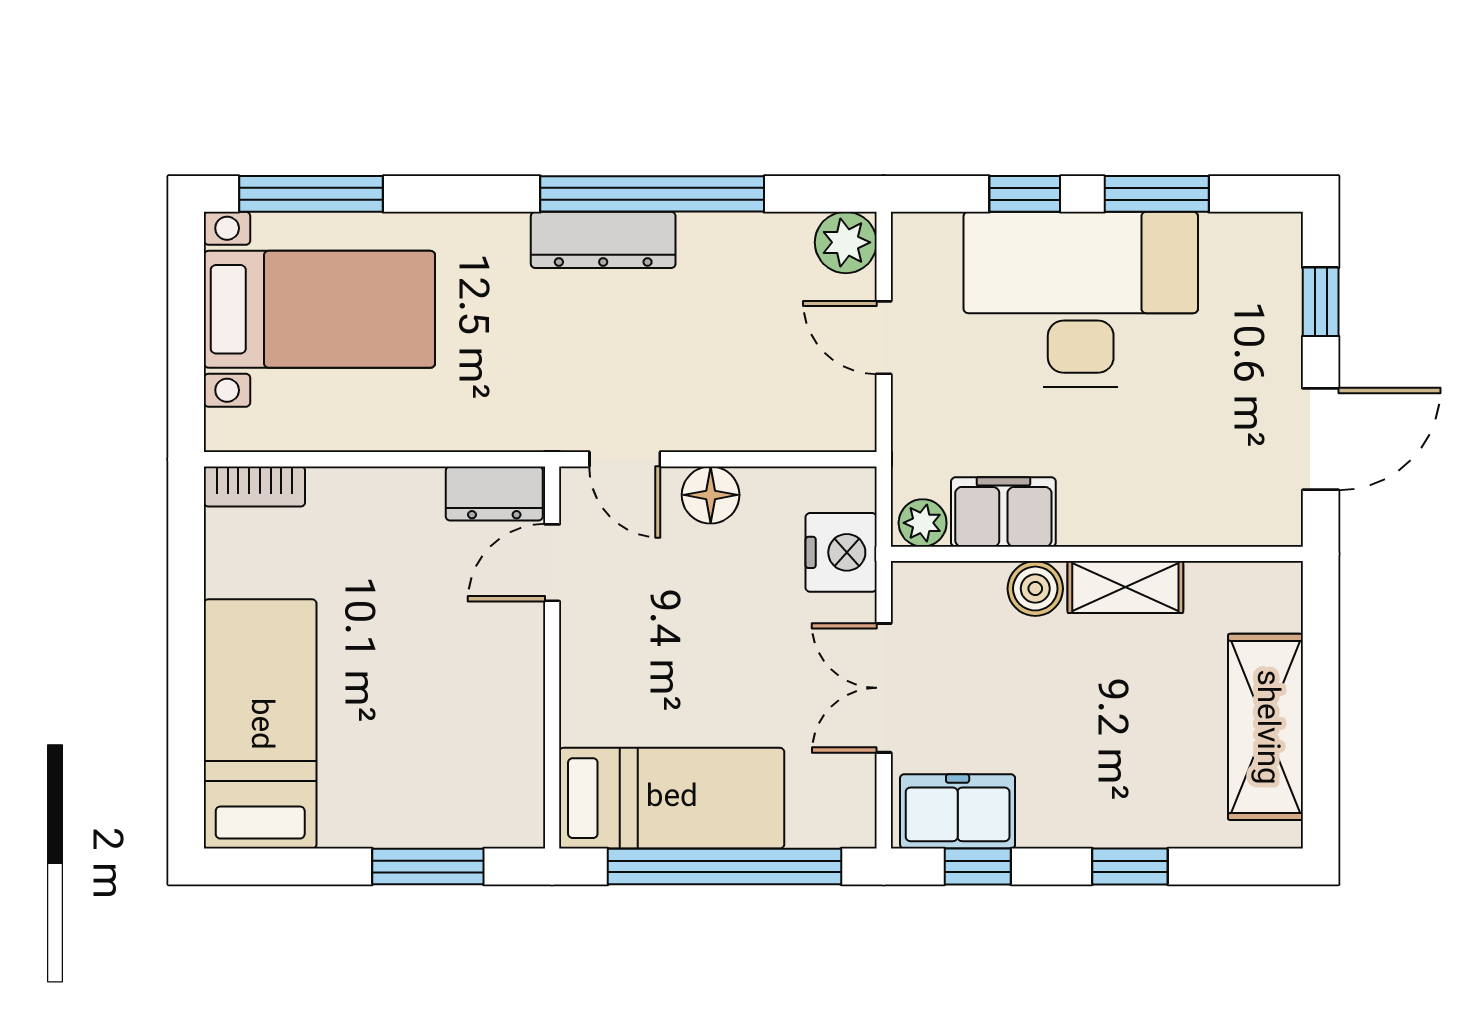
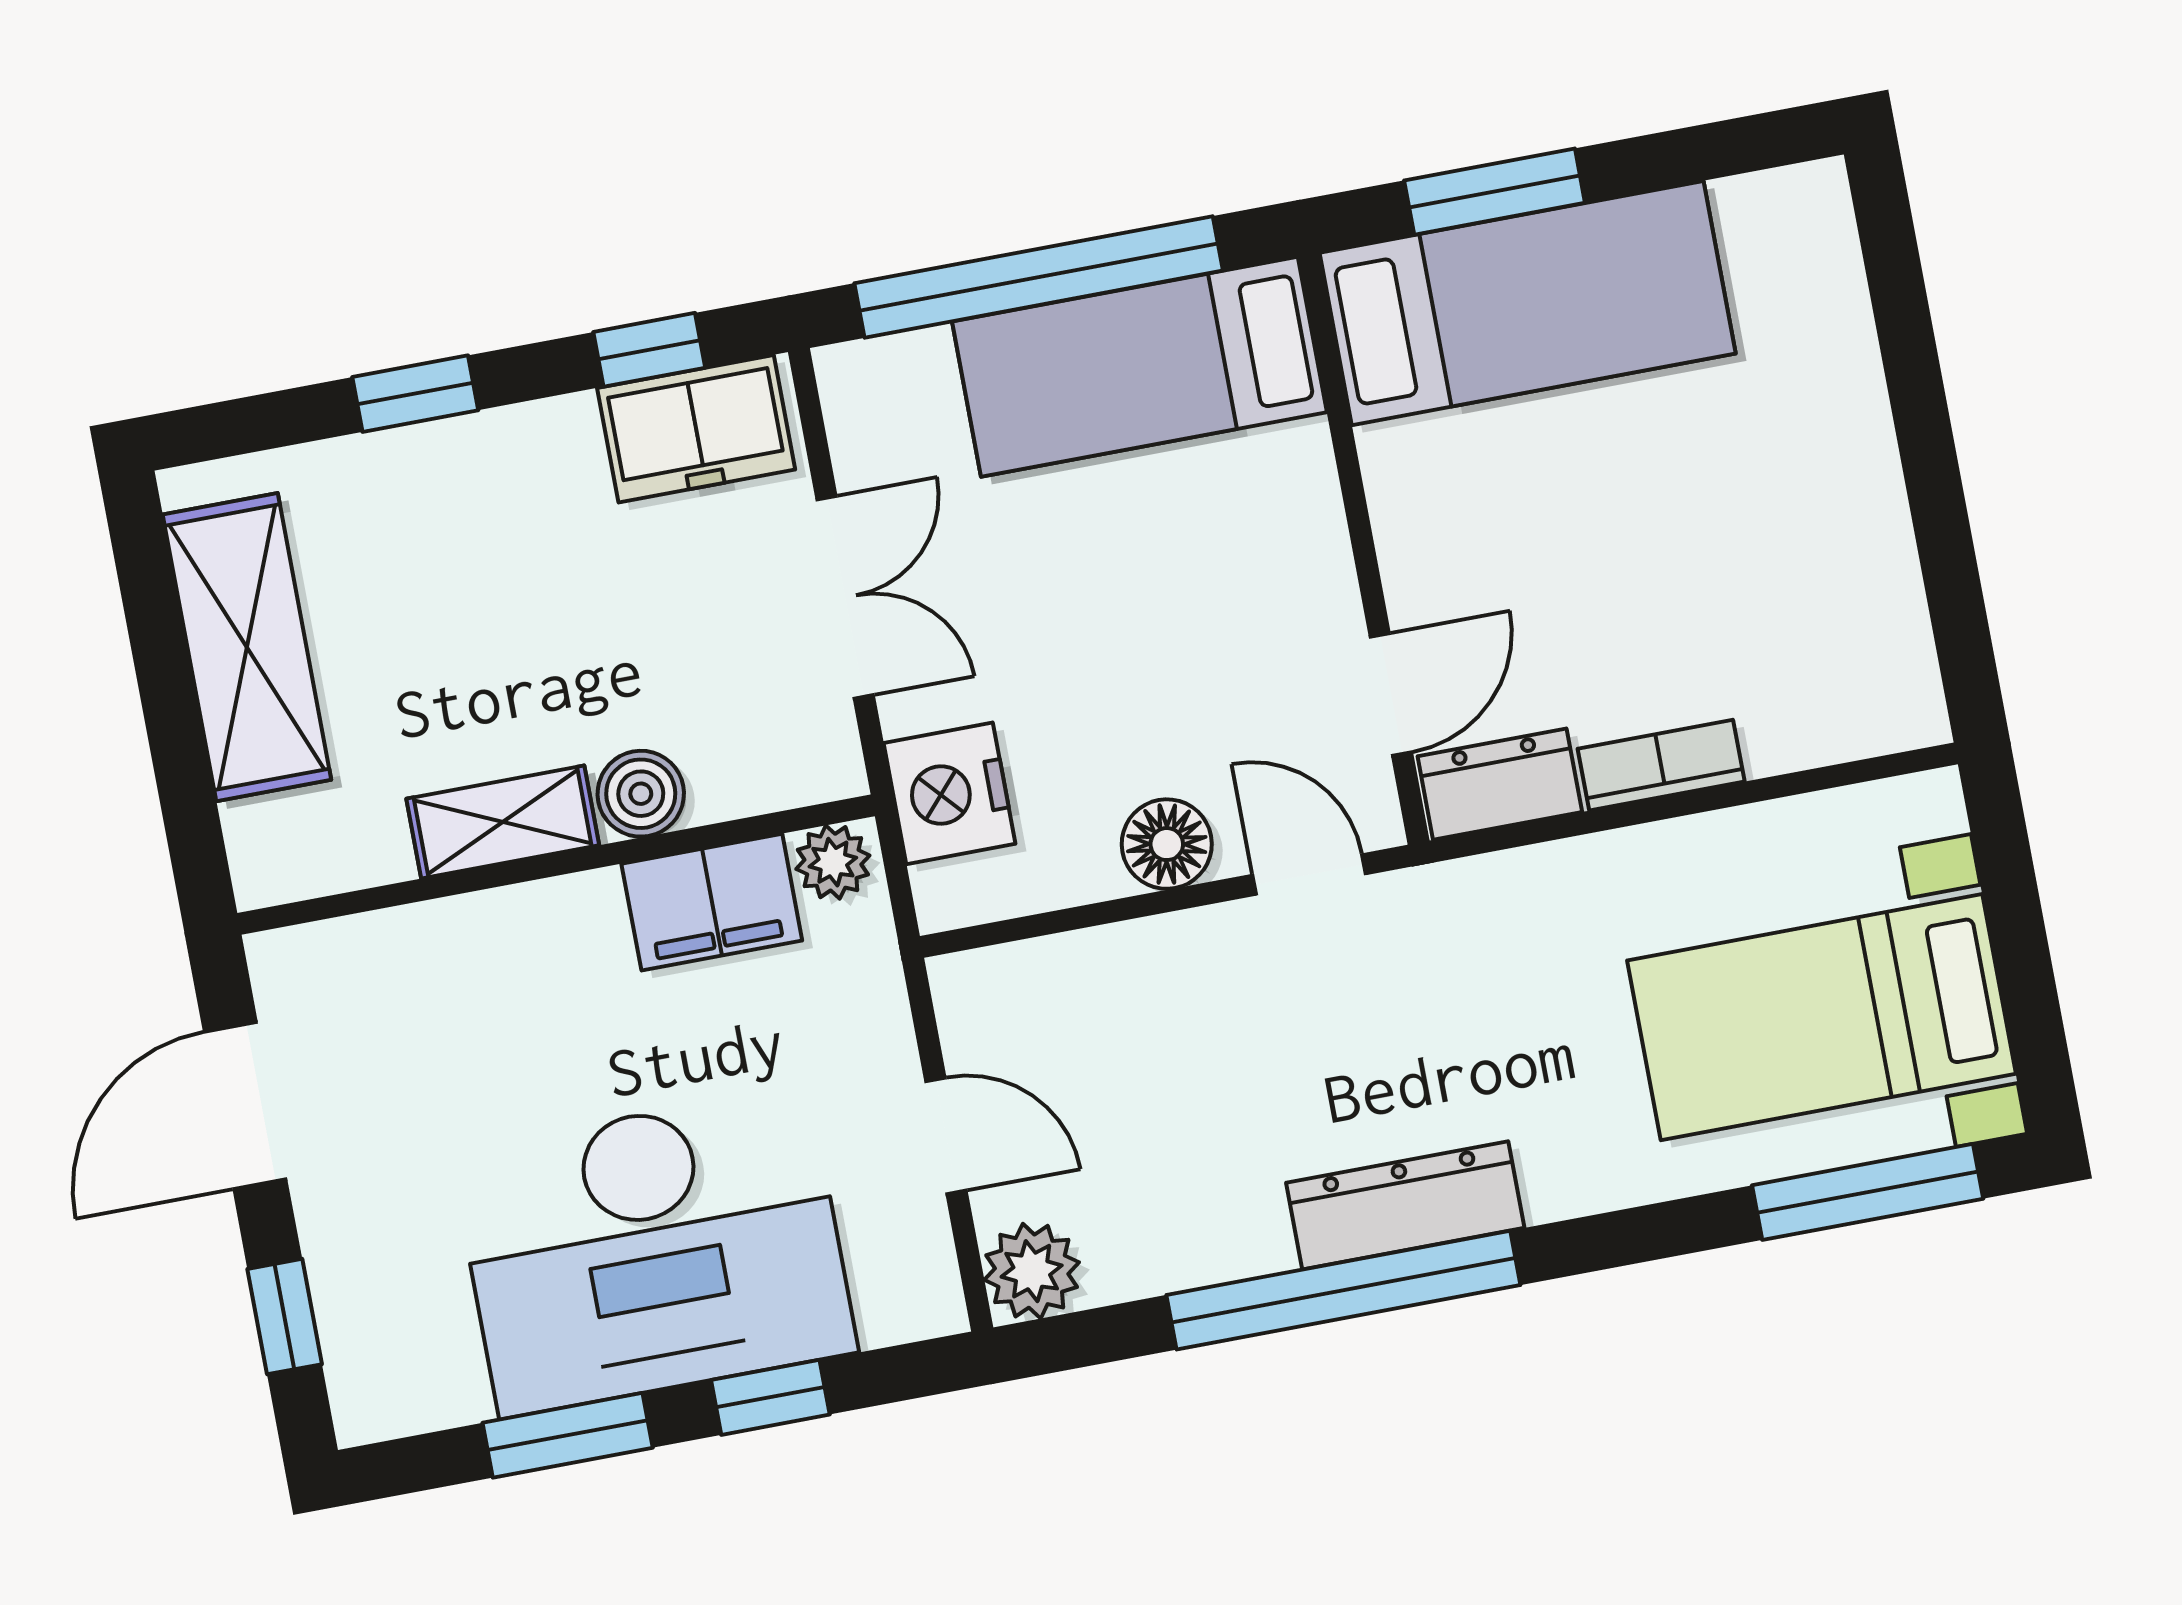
bookcase: (254, 486) -> (1661, 765), moved
bed: (260, 724) -> (1528, 303), moved, turned -90

